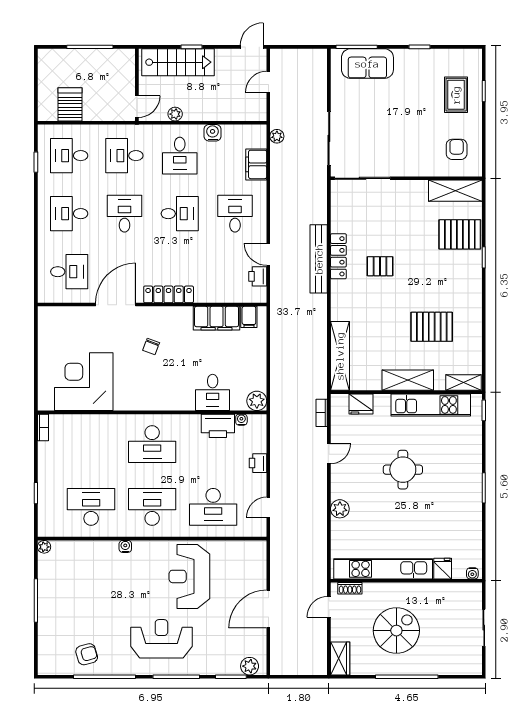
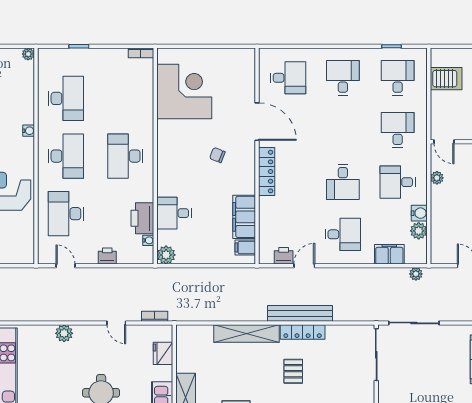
plant: (231, 133) -> (419, 231), added
desk: (124, 214) -> (343, 130), removed
desk: (69, 272) -> (288, 78), turned -90
shelving: (340, 356) -> (246, 333), moved

